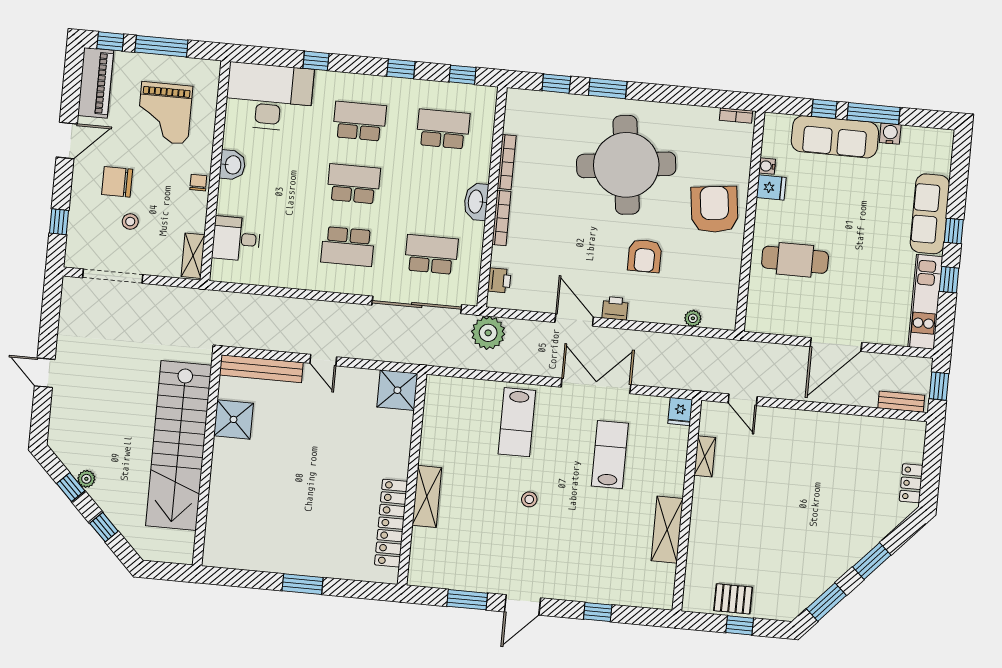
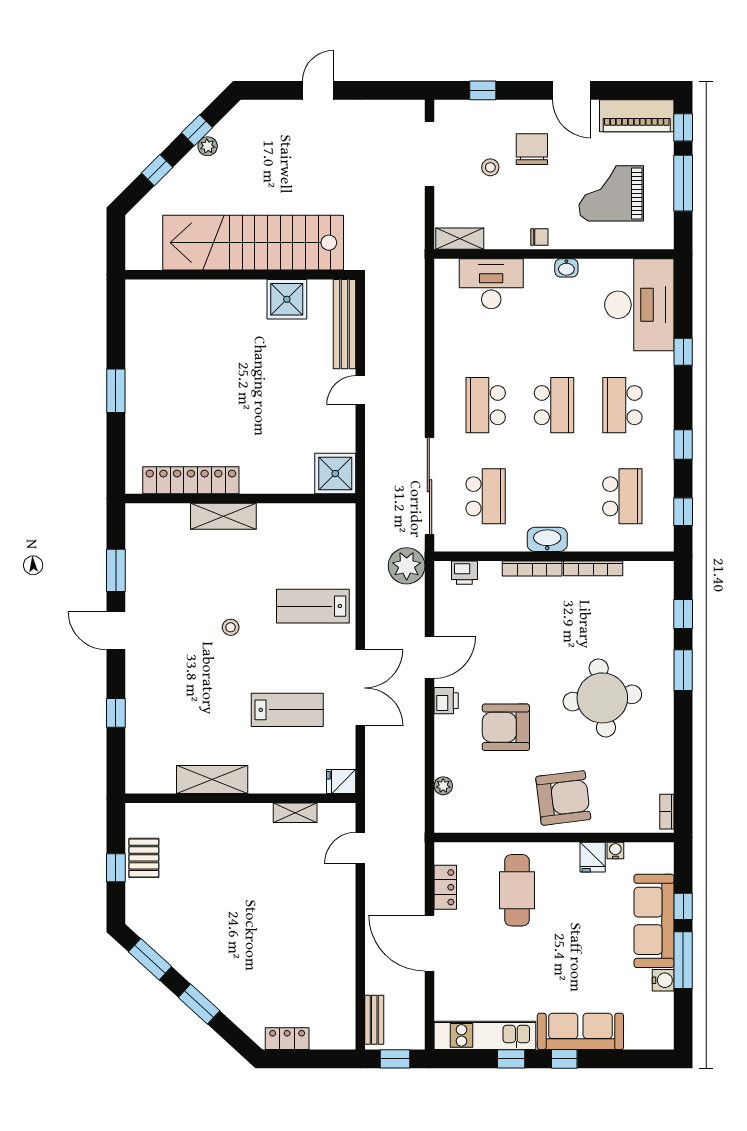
school desk: (360, 121) -> (622, 405), turned 180
washbasin: (232, 165) -> (566, 268), width x0.72, depth x0.69
round table: (626, 165) -> (602, 698), width x0.73, depth x0.73
desk: (236, 239) -> (491, 284), width x1.37
armchair: (645, 256) -> (506, 727), width x1.36, depth x1.36
locker: (786, 325) -> (445, 887), added

